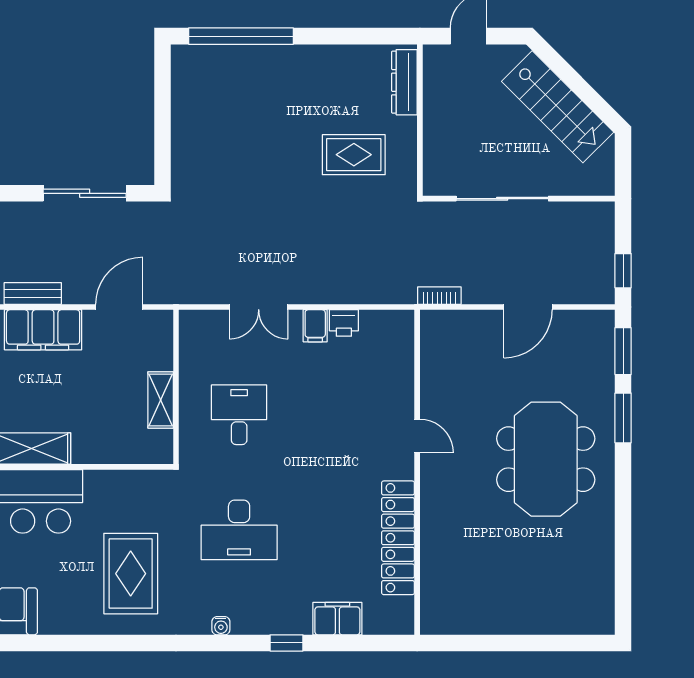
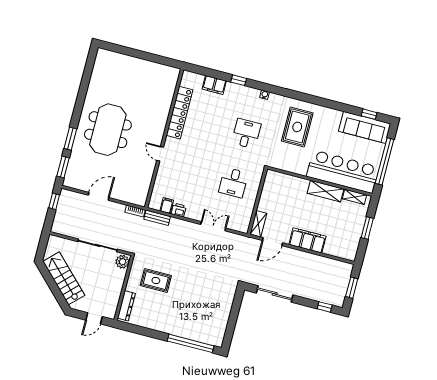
plant: (438, 177) -> (122, 262), added
bench: (33, 293) -> (157, 218), moved
filing cabinet: (315, 326) -> (167, 206), moved
shelving: (161, 400) -> (258, 224), moved
desk: (239, 530) -> (246, 134), width x0.73

